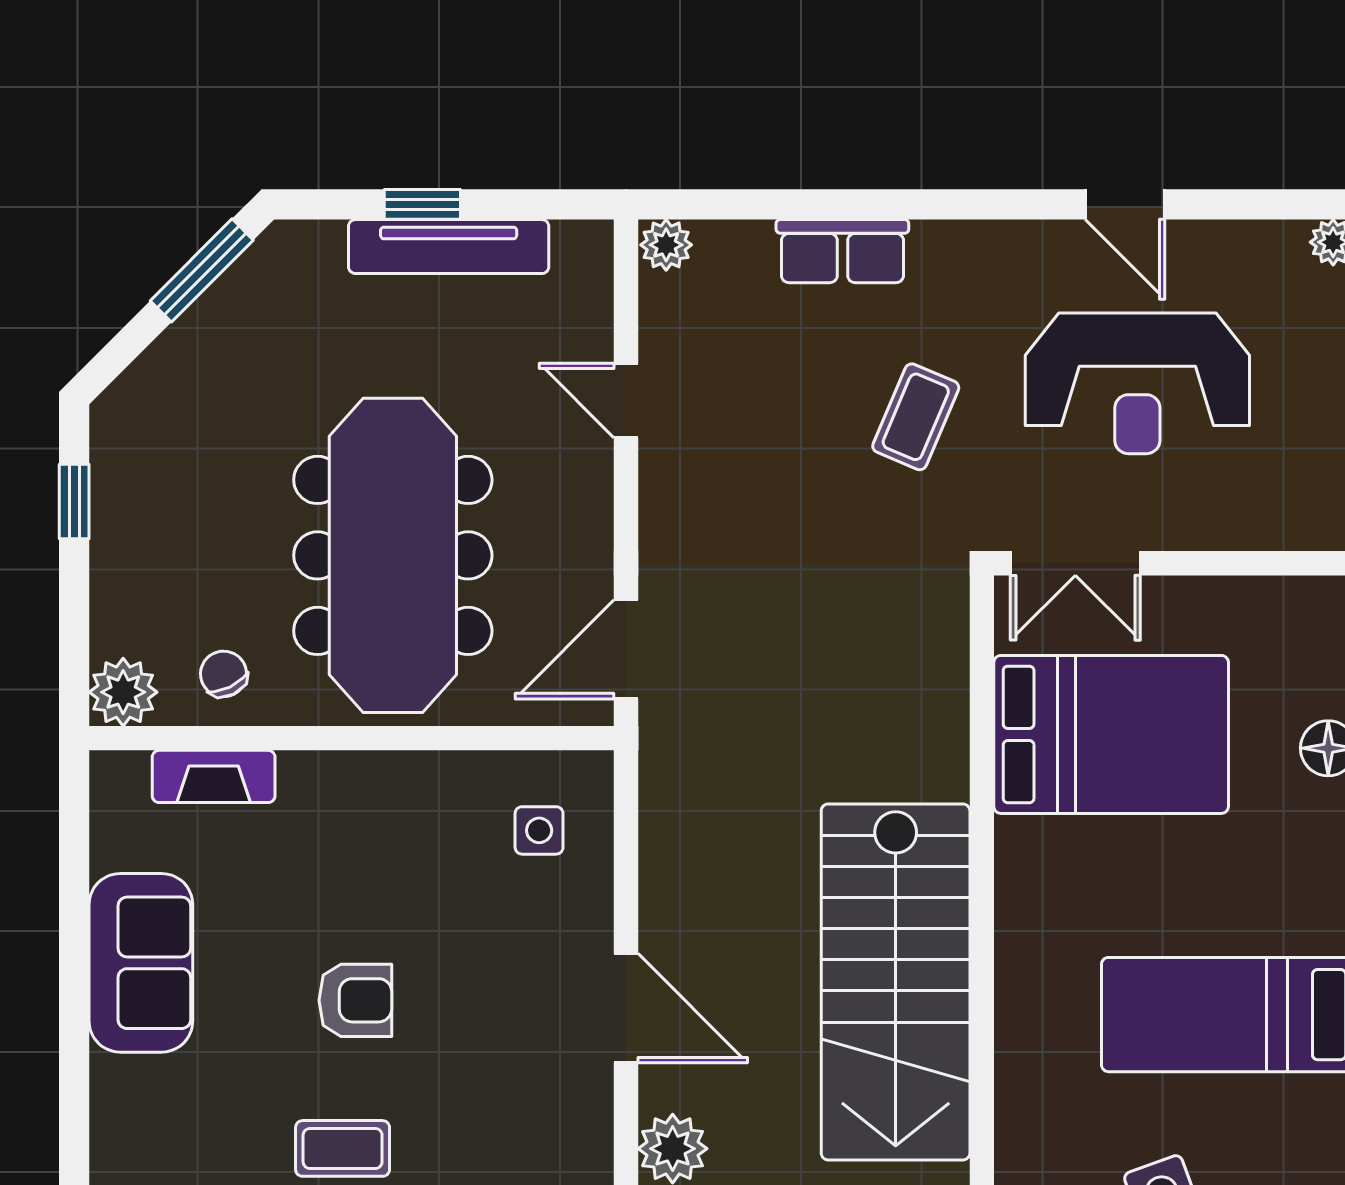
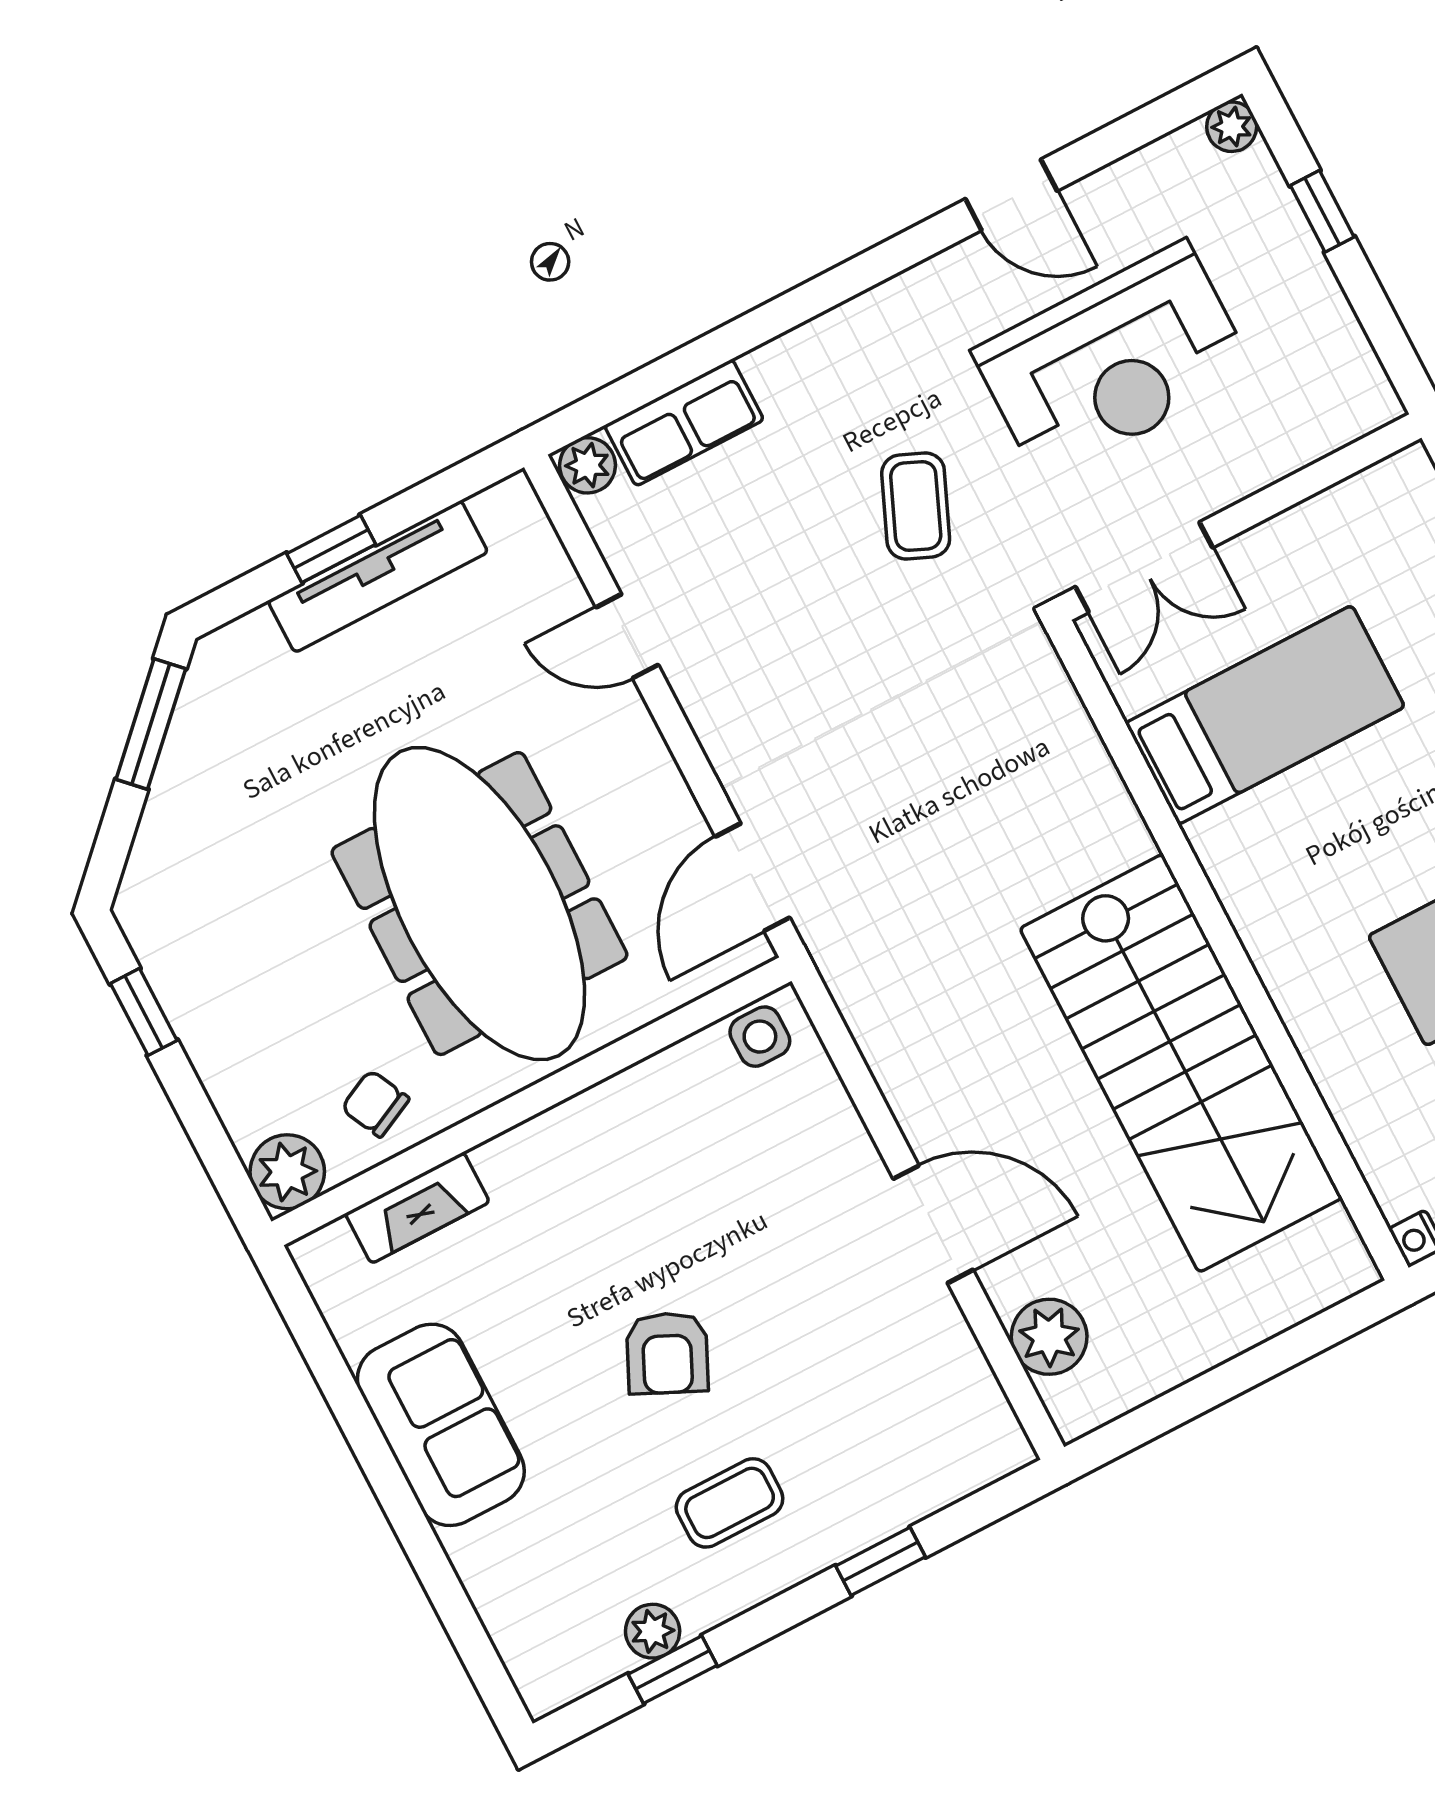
row of seats: (842, 251) -> (684, 423), moved
bed: (1111, 734) -> (1265, 715), width x0.67
side table: (539, 830) -> (760, 1037), moved
armchair: (355, 1000) -> (667, 1353), turned 115

